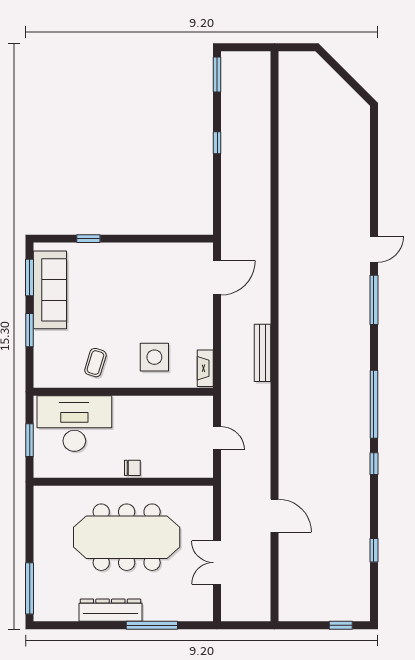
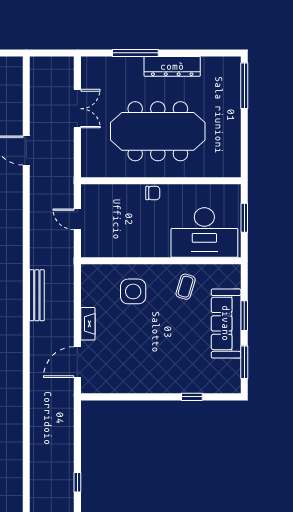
sofa: (50, 290) -> (226, 323), moved
fireplace: (205, 368) -> (88, 324), moved
chair: (132, 468) -> (153, 193), turned 180

